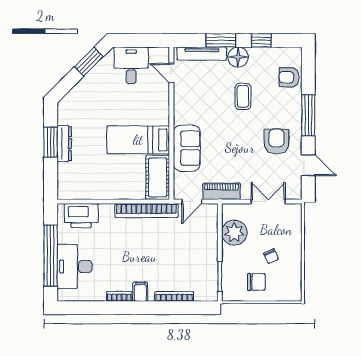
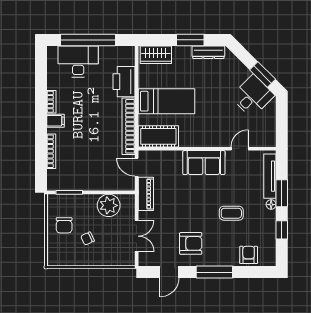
floor lamp: (238, 57) -> (271, 205), width x0.53, depth x0.53
desk: (131, 65) -> (253, 96), moved, turned -45
door: (171, 73) -> (240, 149), moved
bed: (138, 140) -> (167, 101), moved, turned 90
dresser: (64, 144) -> (208, 52), moved
sofa: (187, 148) -> (204, 163), moved
wardrobe: (67, 180) -> (156, 55), added
printer: (81, 216) -> (124, 82), moved

